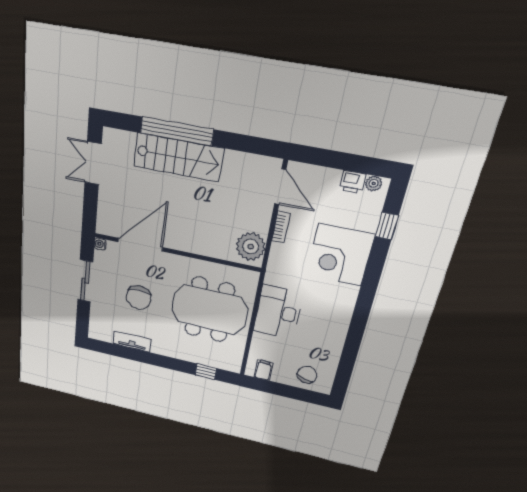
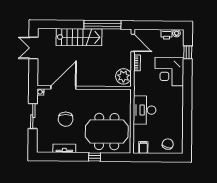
window: (177, 131) -> (102, 25), moved
meeting table: (209, 310) -> (107, 132), moved
window: (206, 372) -> (95, 157), moved

